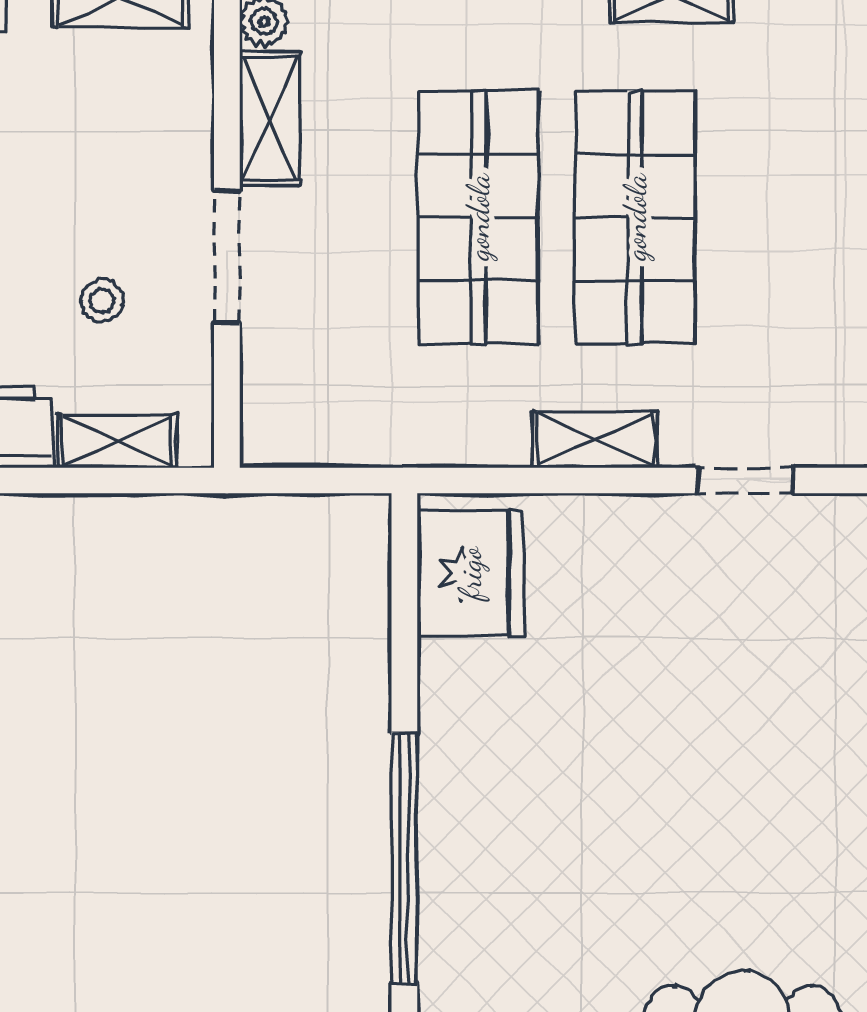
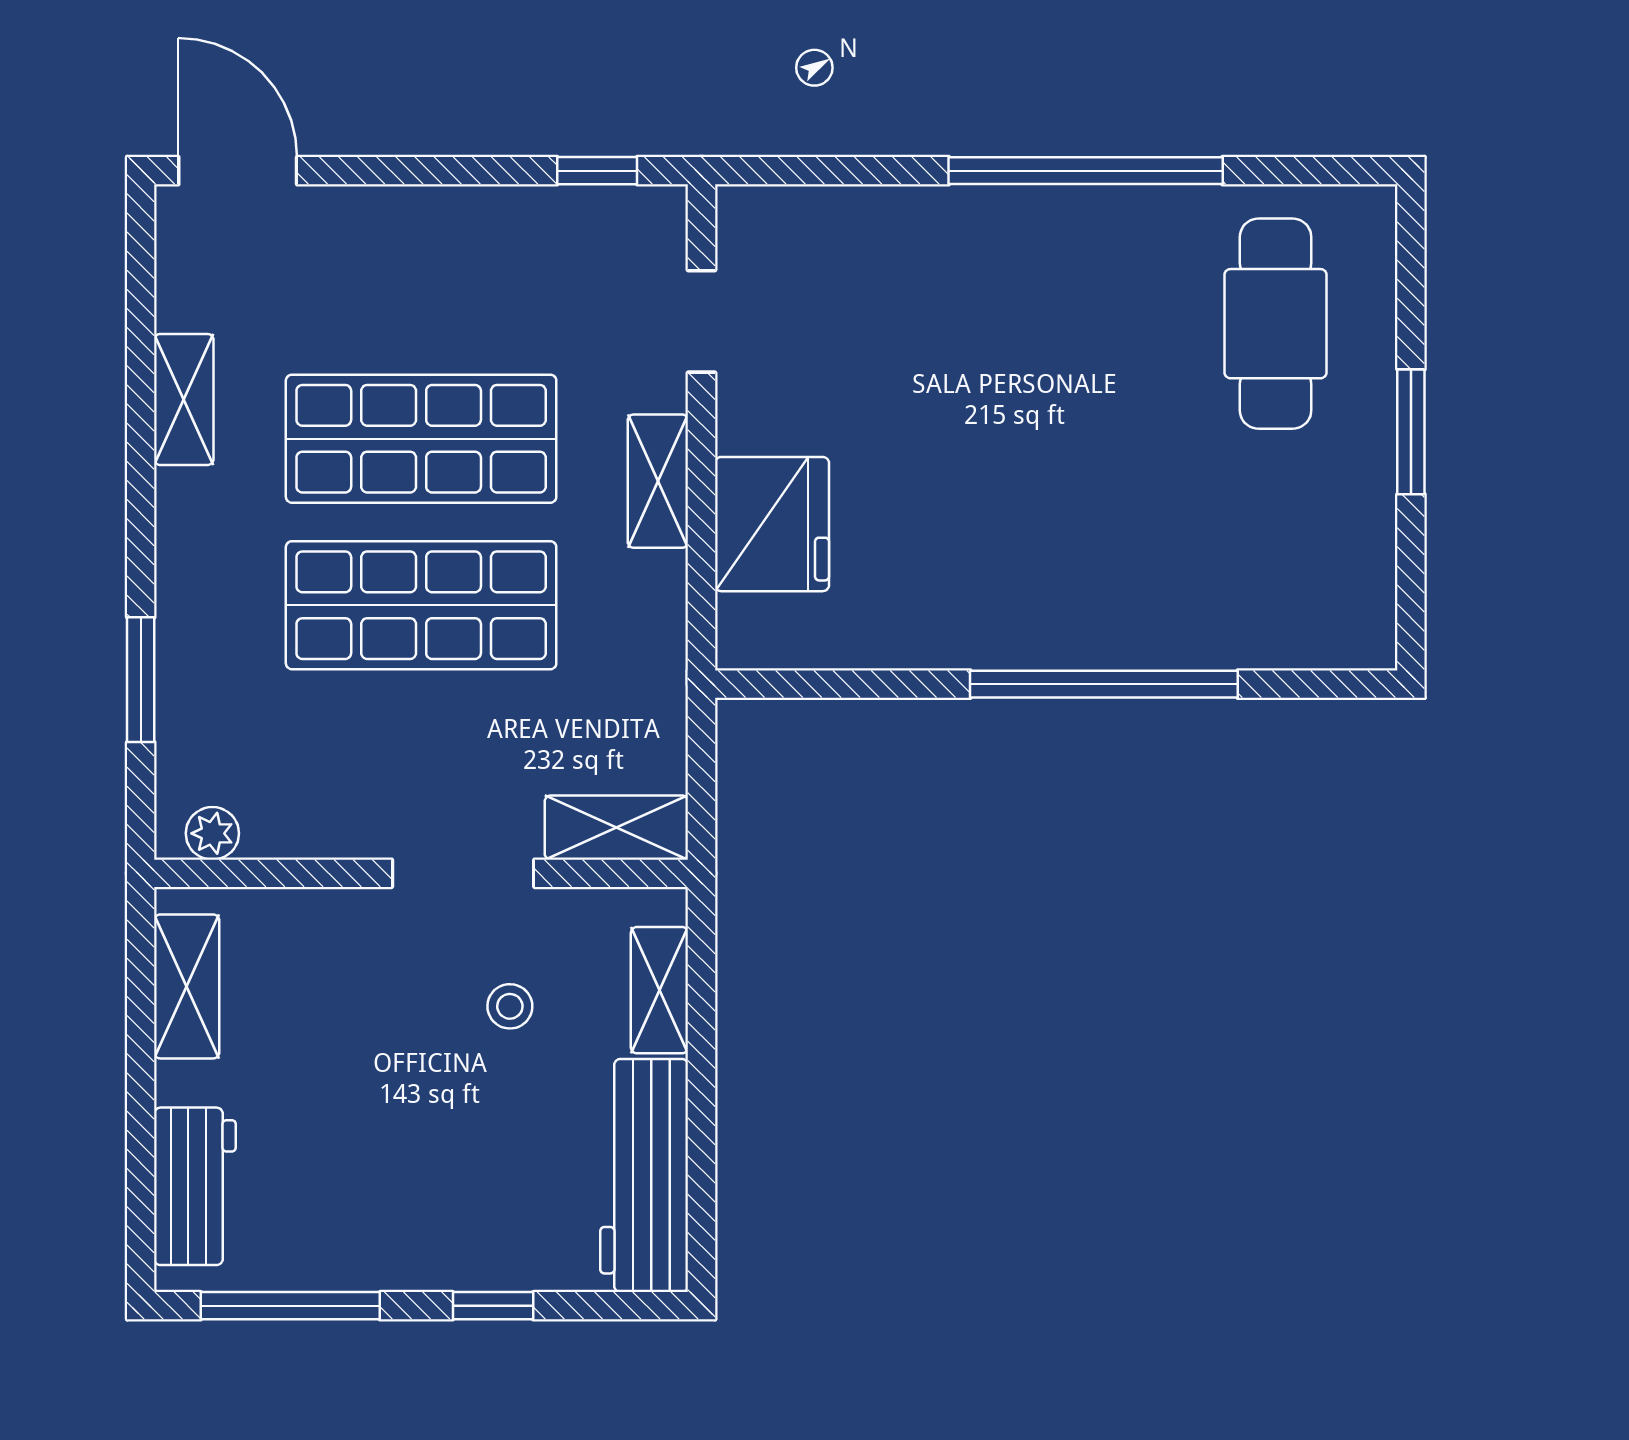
shelving: (270, 119) -> (616, 828), moved
fridge: (470, 573) -> (772, 524), moved, turned 90

